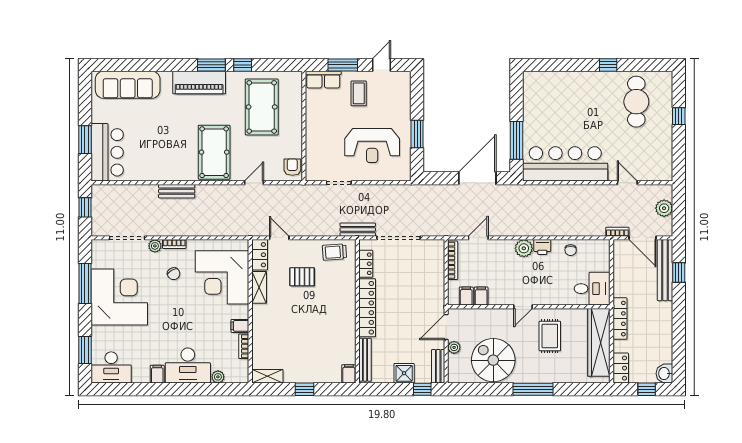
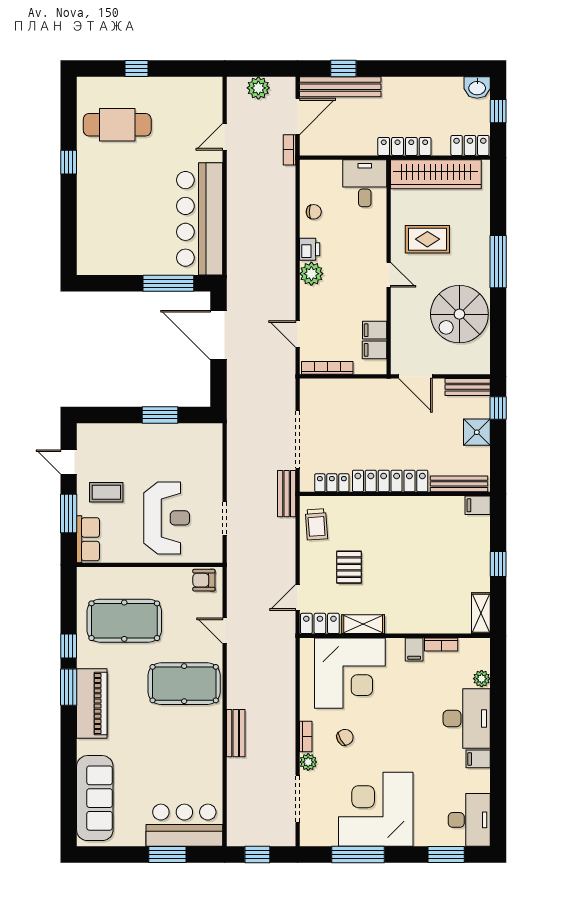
reception desk: (372, 145) -> (167, 518), moved
plant: (454, 347) -> (443, 366), removed

